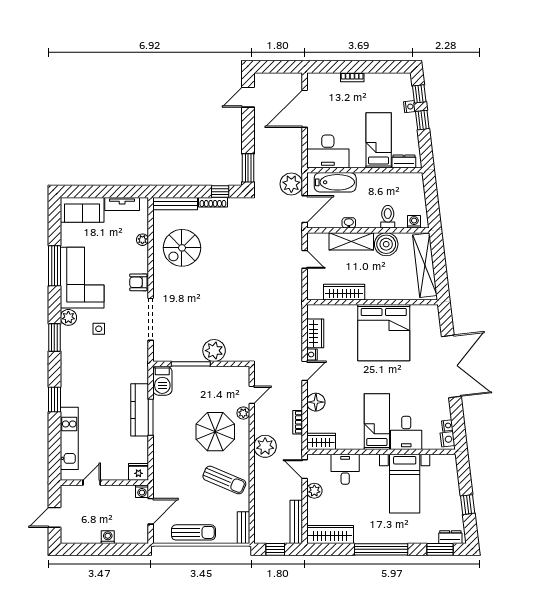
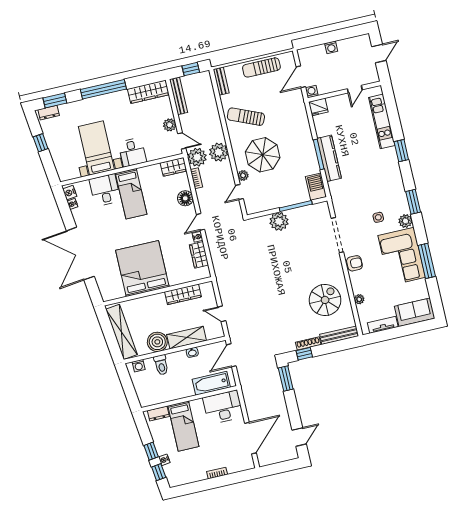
plant: (291, 184) -> (197, 157), moved
desk: (345, 469) -> (132, 152), moved

